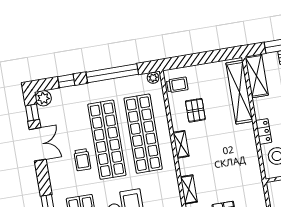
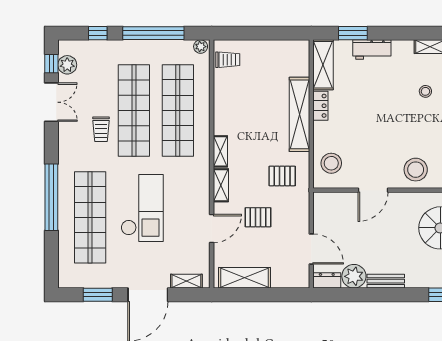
shelving: (239, 92) -> (300, 114), moved
plant: (43, 98) -> (67, 65), moved
pallet: (195, 110) -> (282, 176), moved, turned 90
locker: (264, 131) -> (320, 106), moved
shelving: (181, 144) -> (220, 151), moved

